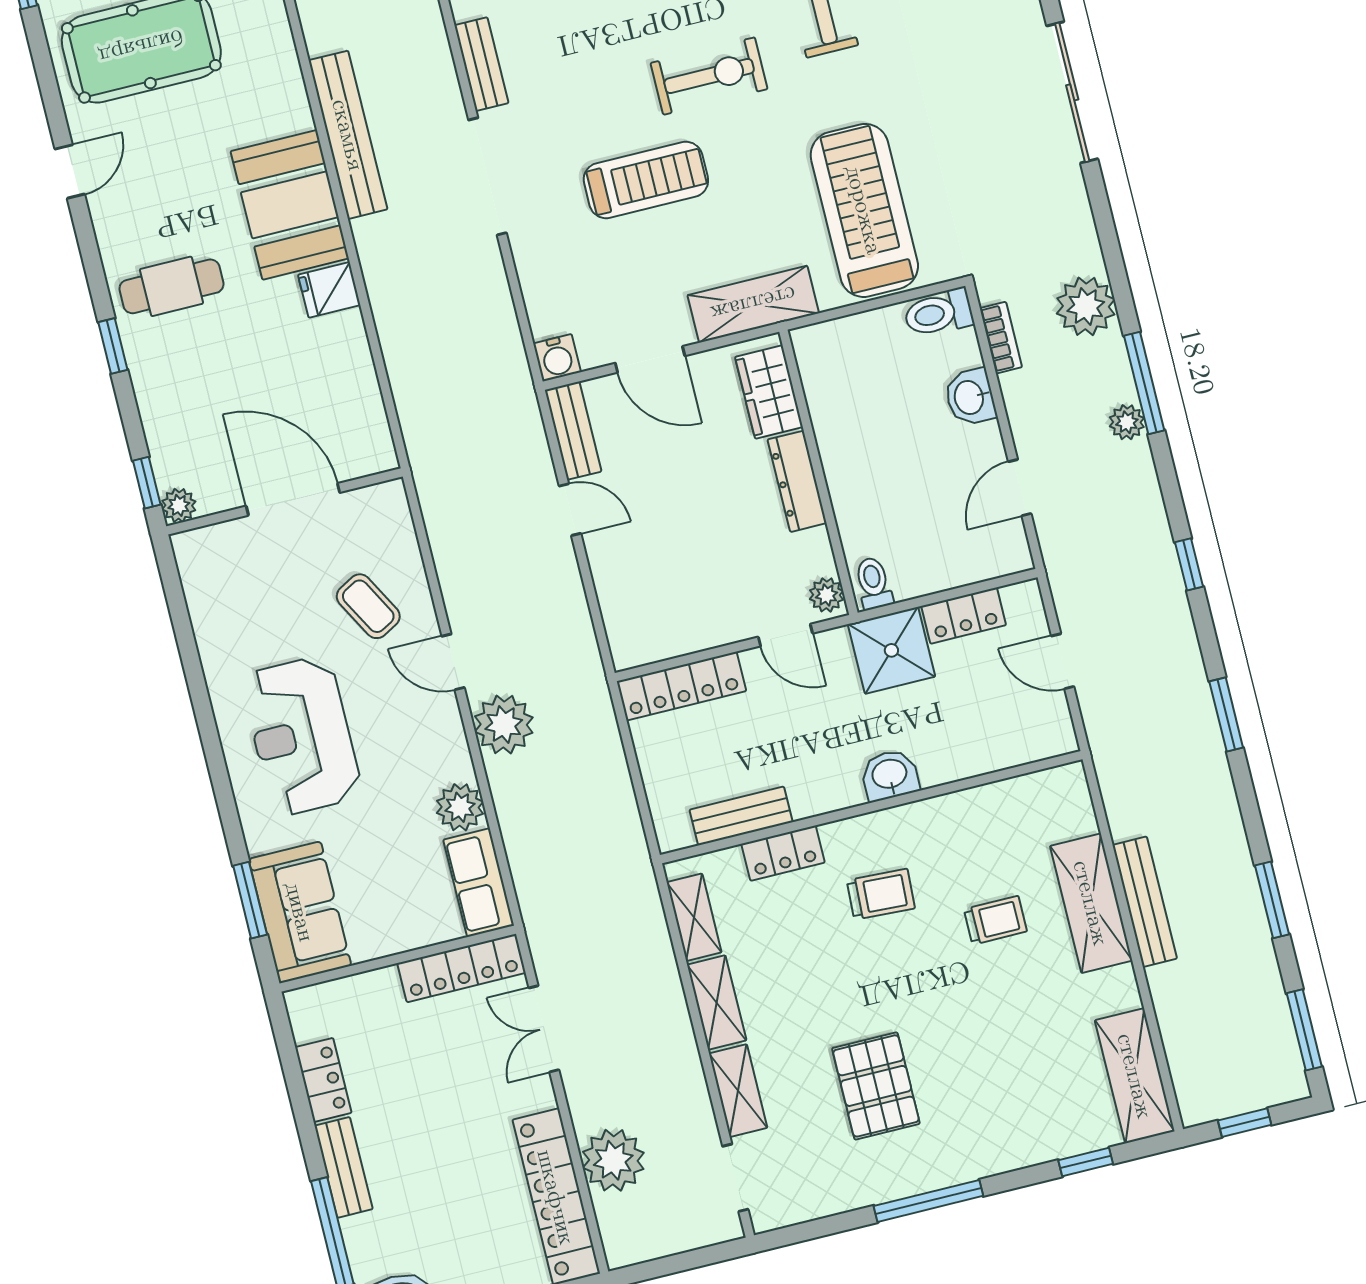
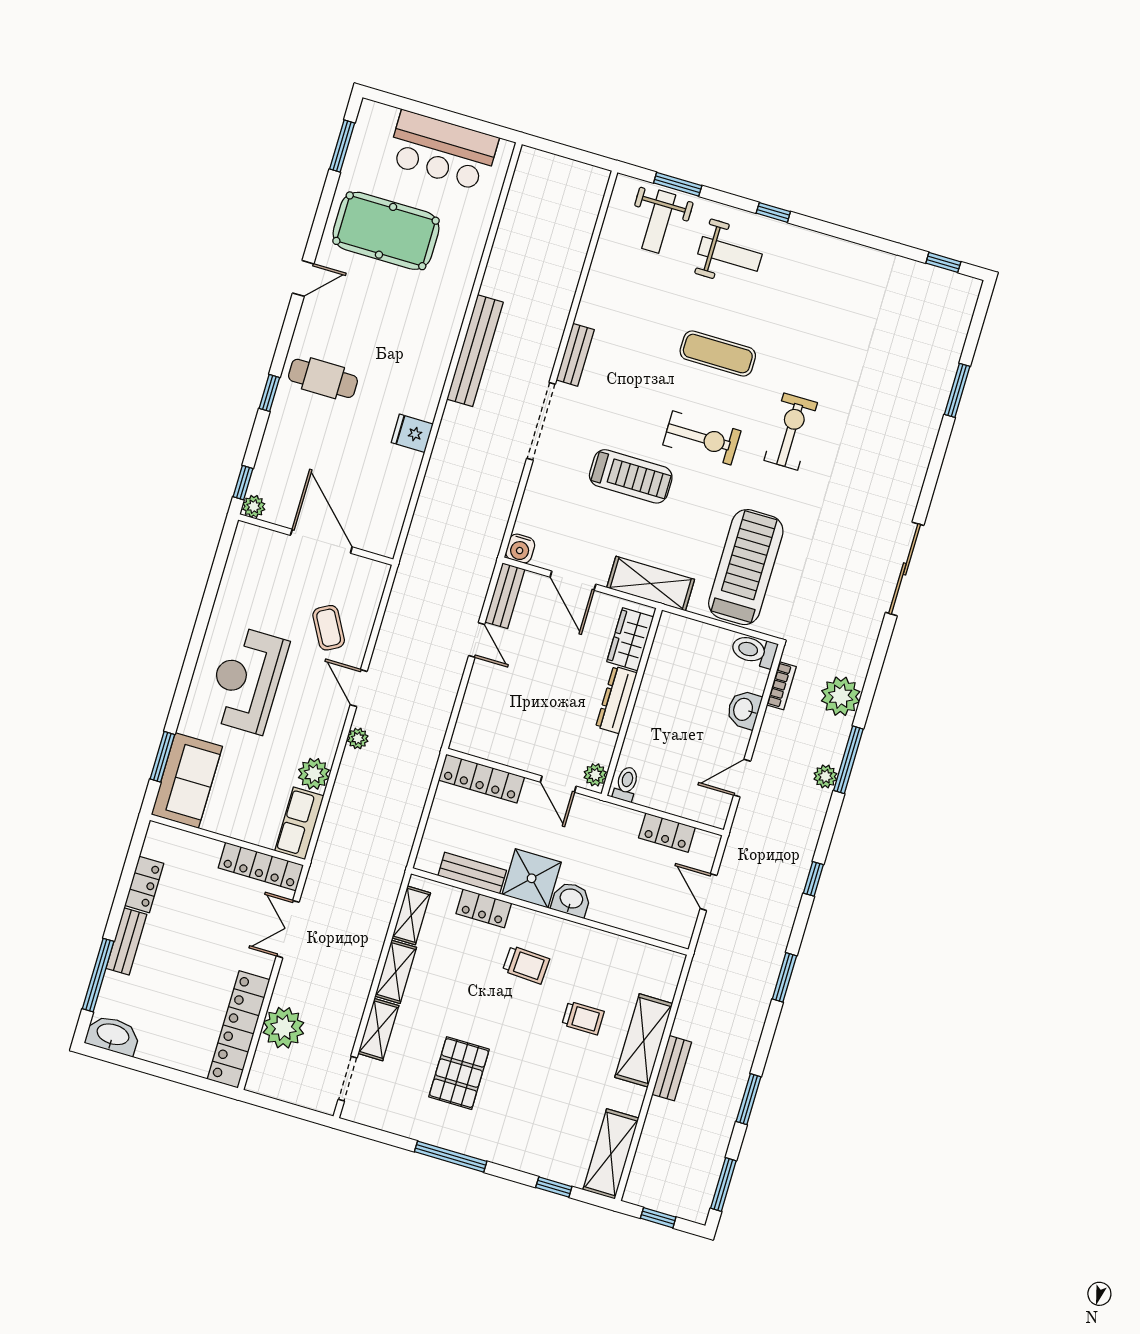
booth: (290, 205) -> (418, 371), removed
shower: (891, 650) -> (532, 878), moved
plant: (504, 725) -> (358, 738), width x0.53, depth x0.53
bench: (1145, 902) -> (672, 1068), width x0.73

